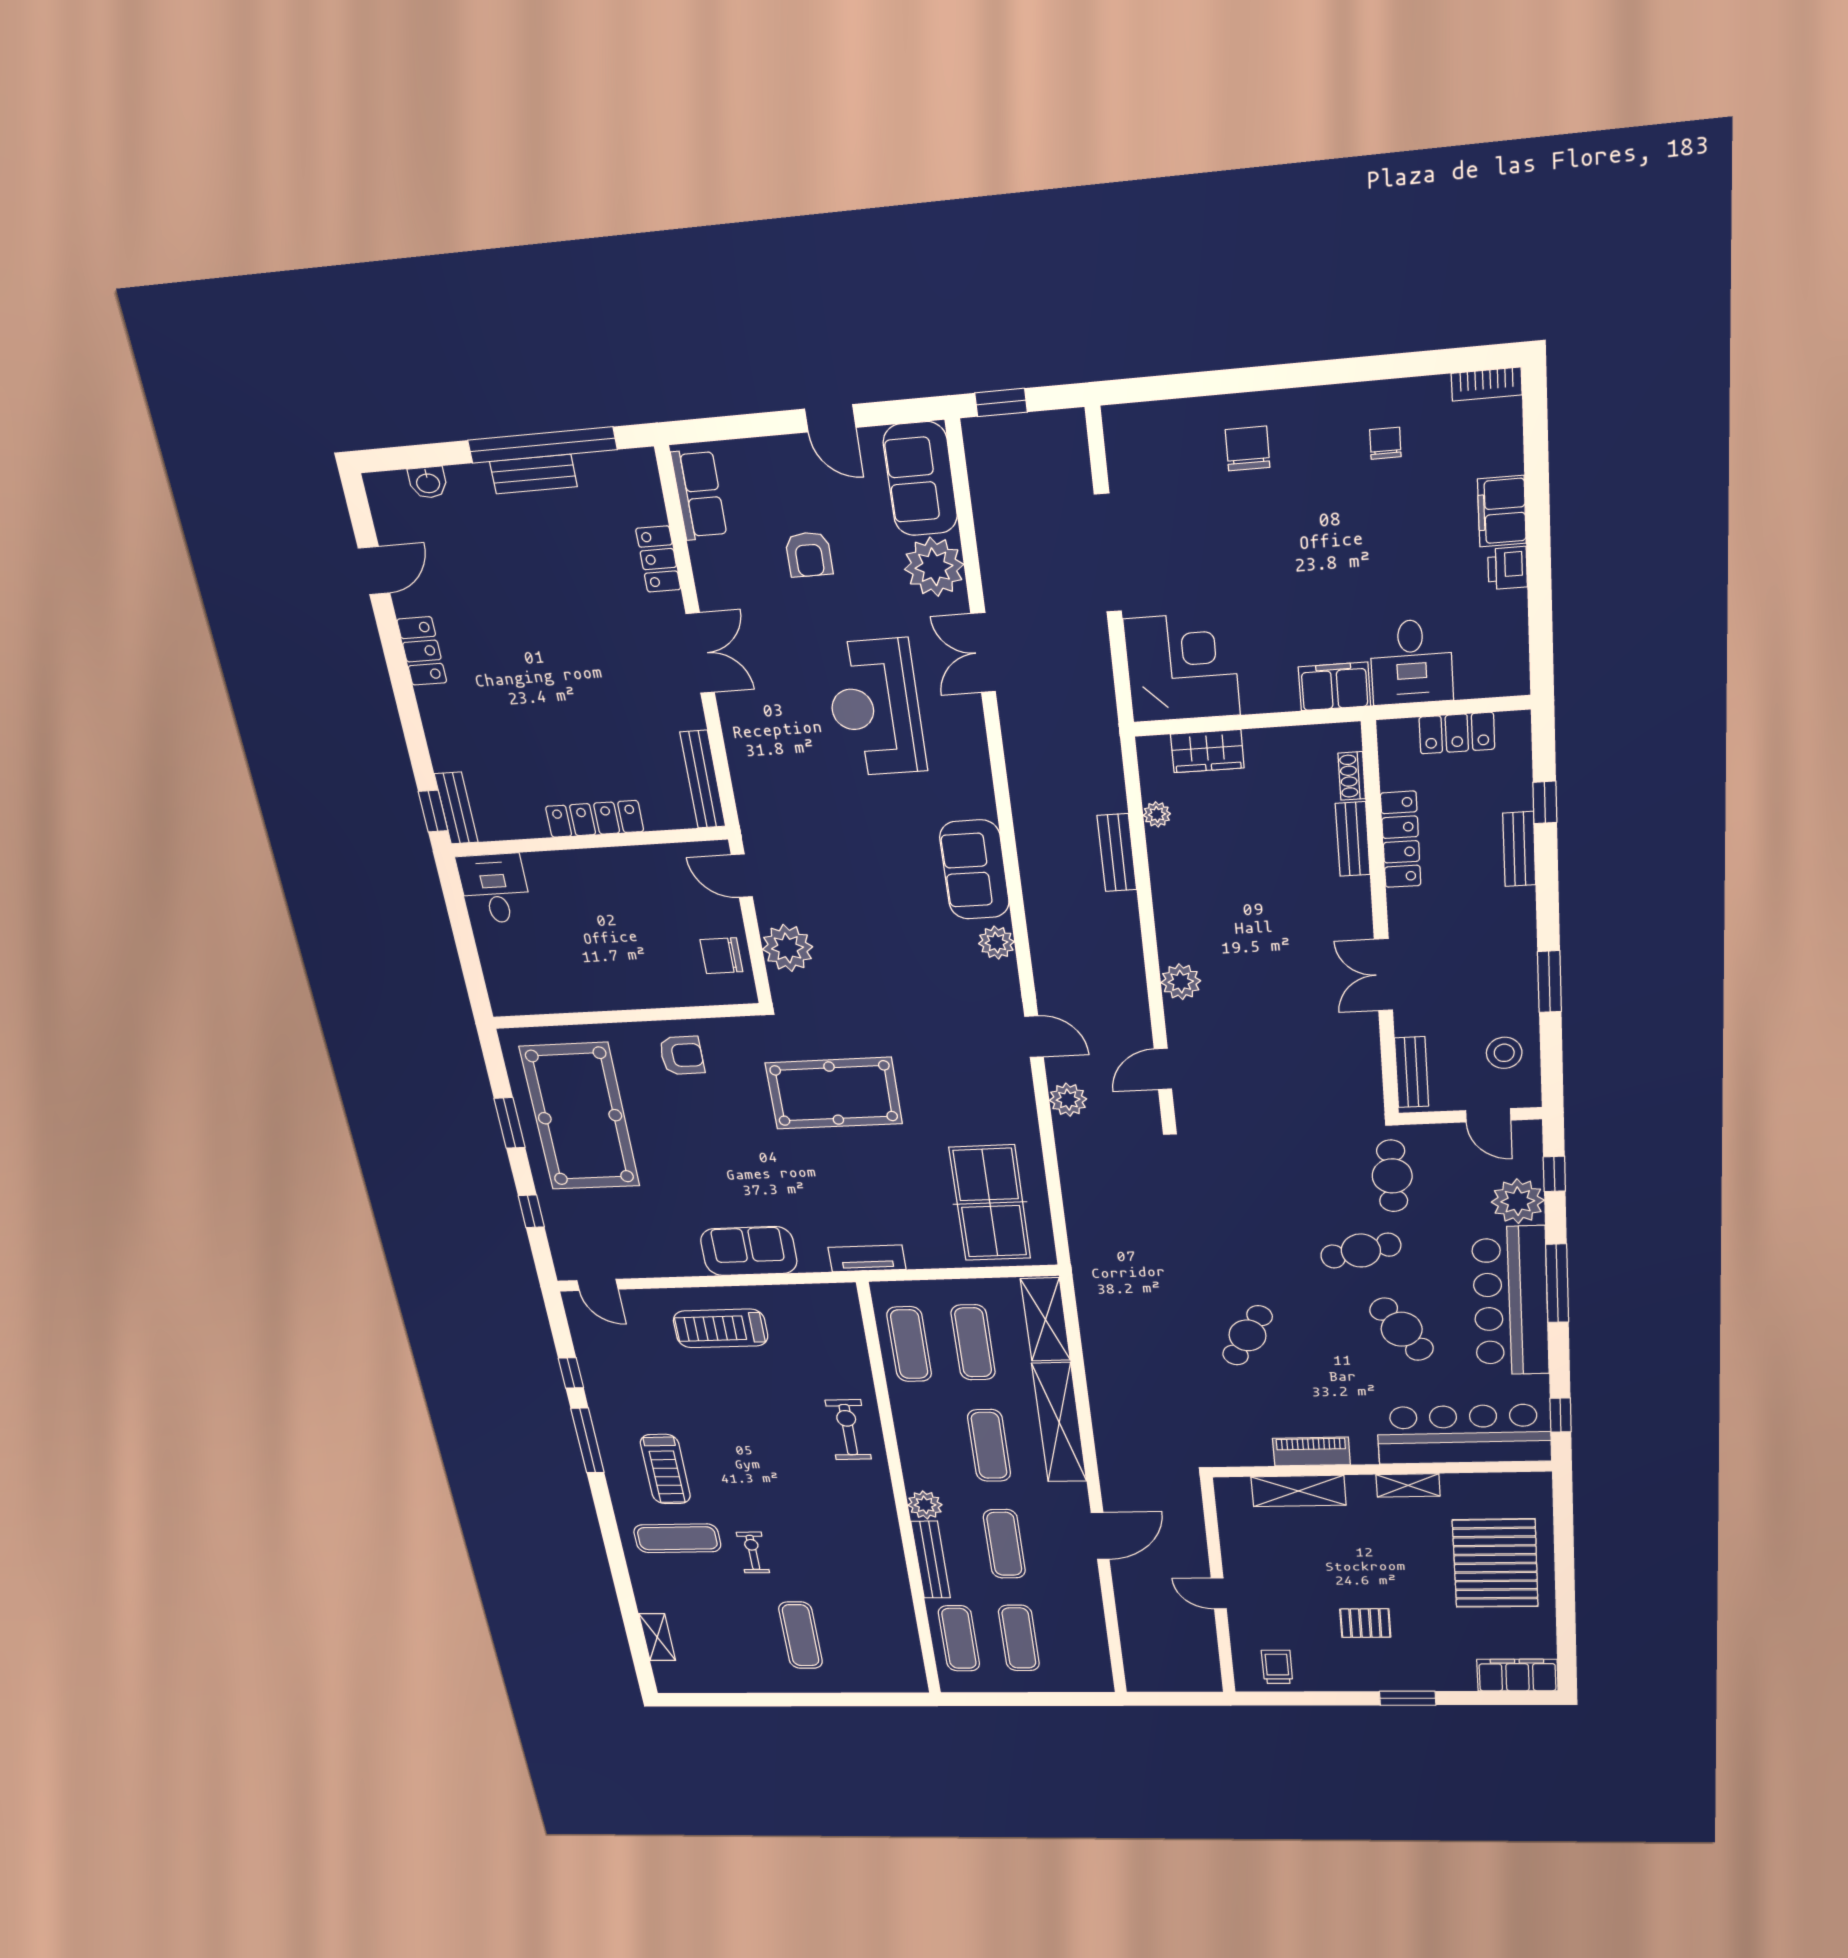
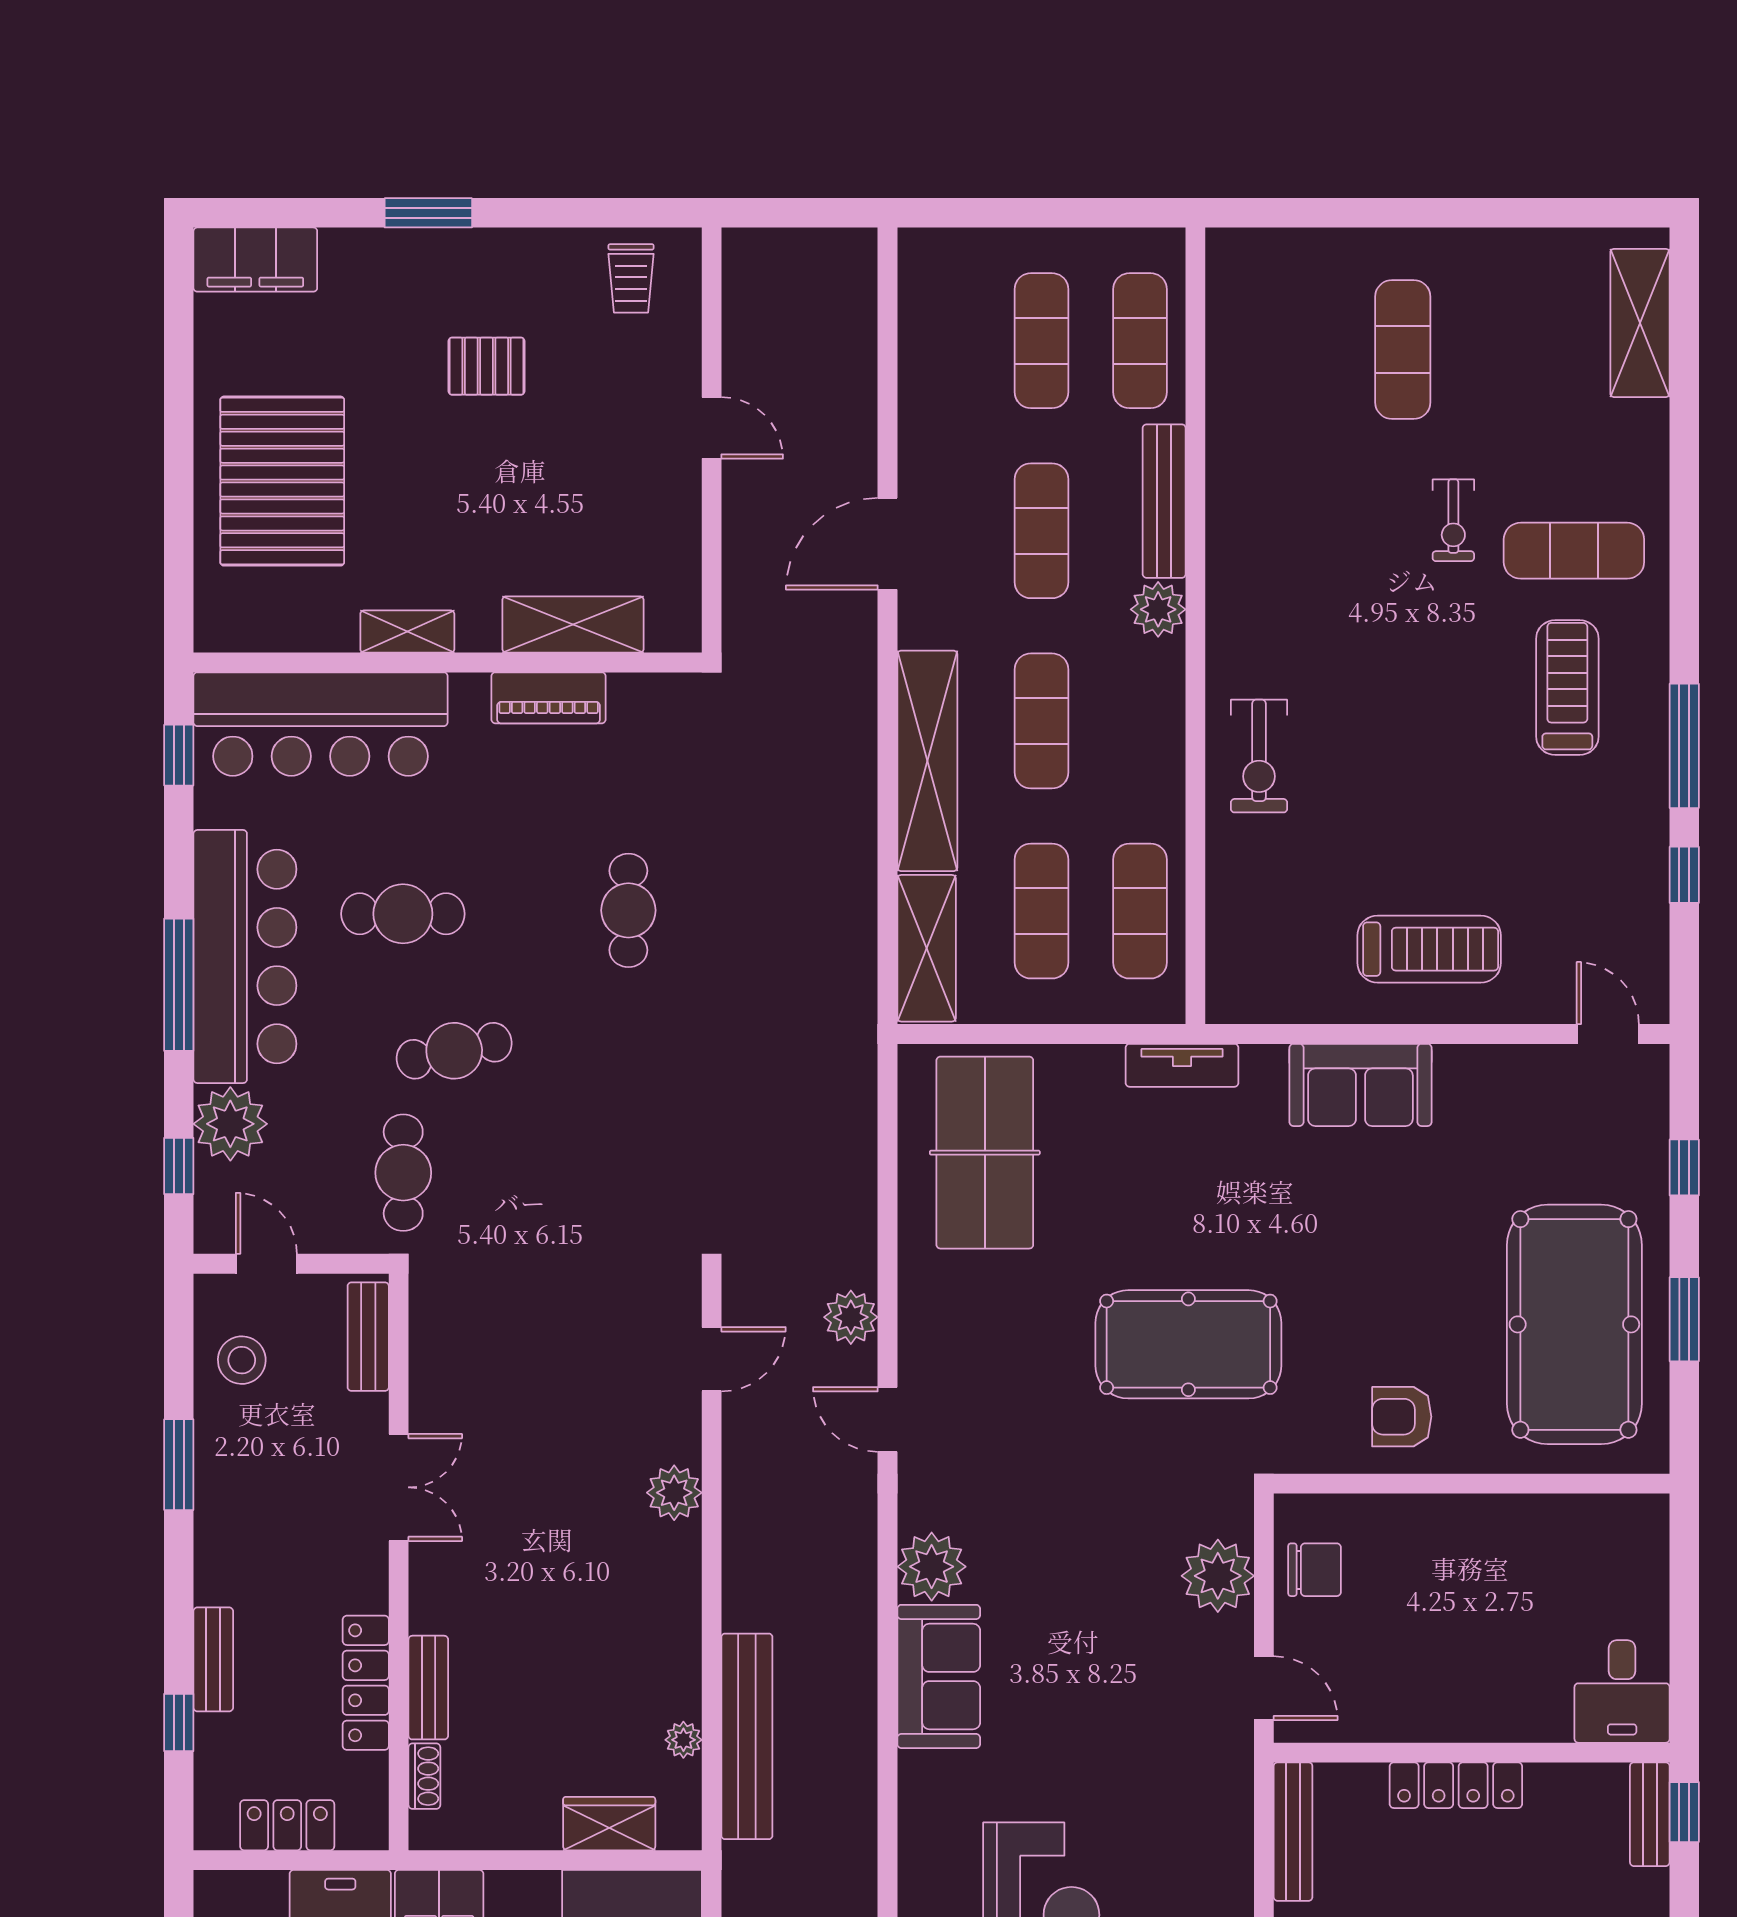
bench: (1117, 853) -> (747, 1736), width x1.86, depth x1.21
plant: (996, 943) -> (932, 1567), width x1.36, depth x1.36
cafe table: (1402, 1329) -> (403, 914), turned -56
cafe table: (1247, 1335) -> (628, 910), turned -31
shelving: (657, 1637) -> (1640, 323), width x1.50, depth x1.33

